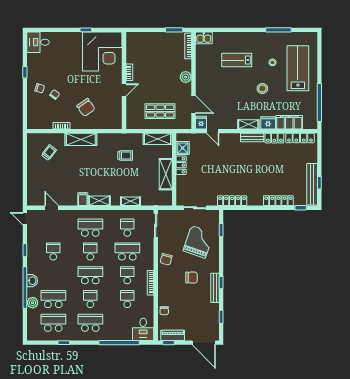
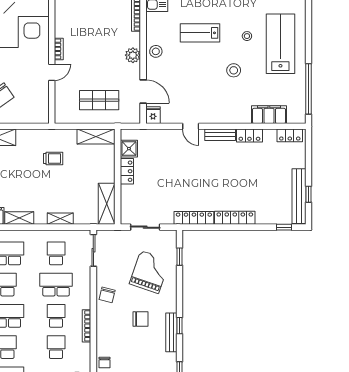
stool: (203, 74) -> (156, 51), added
fridge: (268, 123) -> (241, 115), removed
shelving: (248, 124) -> (215, 117), removed
door: (213, 131) -> (191, 126), moved
locker: (300, 138) -> (290, 135), width x0.66
shelving: (166, 174) -> (107, 204), moved
locker: (278, 201) -> (235, 218), moved

